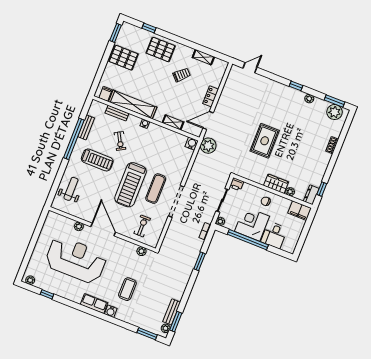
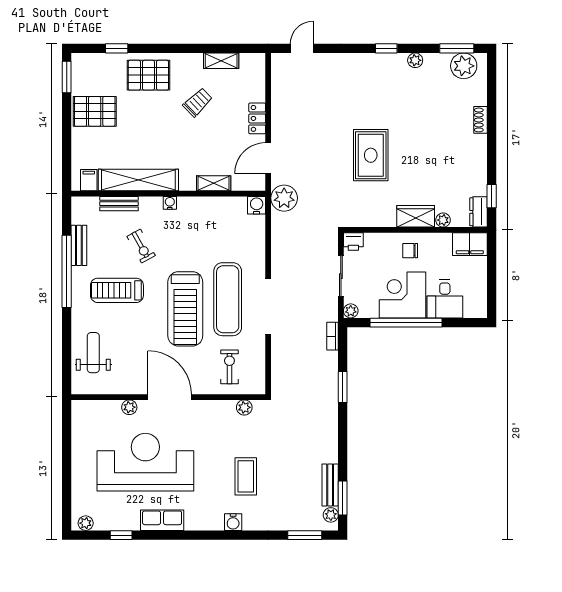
treadmill: (97, 160) -> (117, 290), turned 180
exercise mat: (156, 189) -> (228, 299), width x1.36, depth x1.45
row of seats: (94, 304) -> (162, 520), moved

